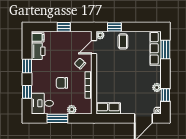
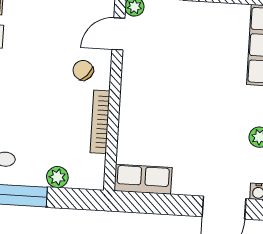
coffee table: (123, 41) -> (187, 25), removed
chair: (62, 83) -> (38, 113), removed

